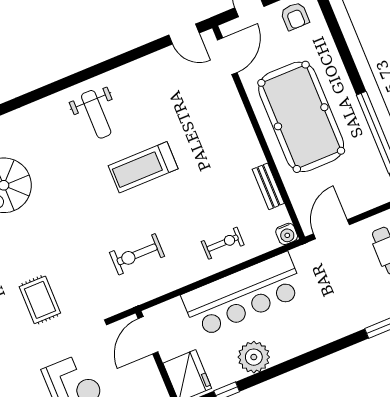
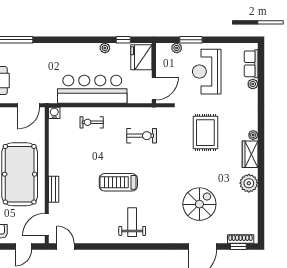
treadmill: (143, 167) -> (118, 182), turned 180
bench: (268, 186) -> (54, 189), moved
rug: (40, 300) -> (205, 133), width x1.36, depth x1.43
plant: (254, 357) -> (105, 48), width x0.53, depth x0.53

